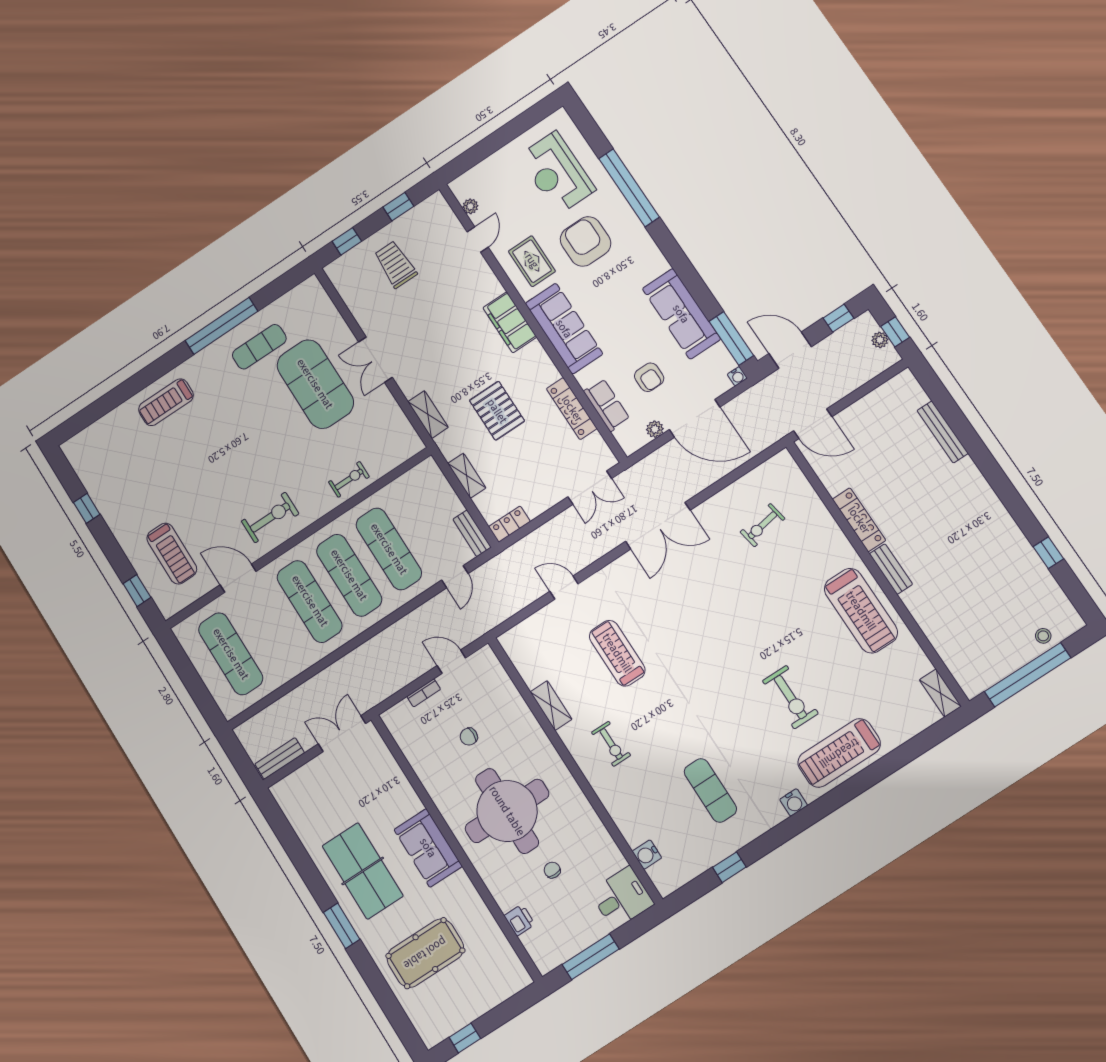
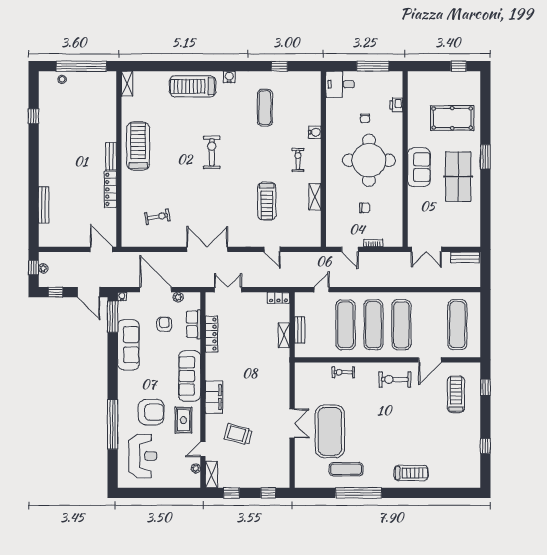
armchair: (585, 241) -> (151, 412), turned -90
trolley: (395, 264) -> (238, 434), moved, turned 105
pallet: (497, 411) -> (249, 357), removed
shelving: (428, 414) -> (211, 475), moved
bench: (472, 533) -> (300, 330), moved
door: (238, 578) -> (430, 360), hinge flipped
exercise bike: (790, 697) -> (212, 152), moved
treadmill: (839, 753) -> (193, 86), turned 180
water cooler: (647, 855) -> (315, 132), moved

